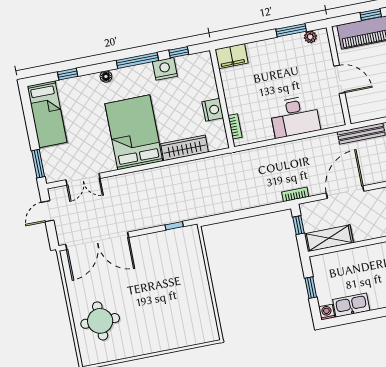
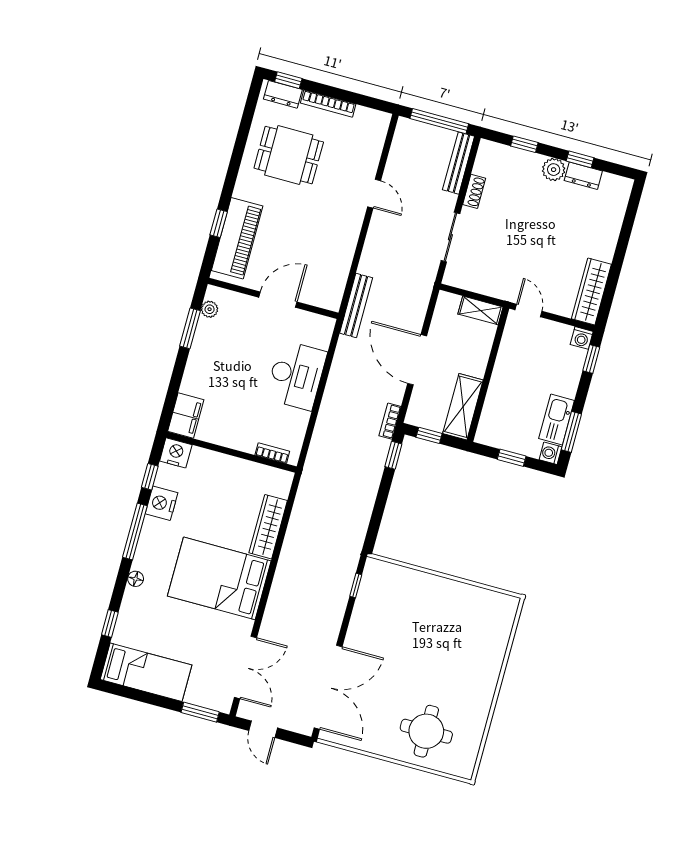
nightstand: (213, 110) -> (176, 453), moved
double door: (83, 179) -> (245, 668), width x1.37
window: (274, 208) -> (393, 455), added
window: (348, 319) -> (571, 432), added

